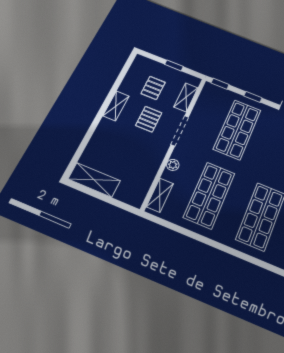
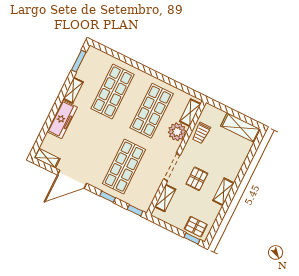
window: (174, 65) -> (192, 239), moved
pallet: (153, 88) -> (196, 227), moved, turned 90
plant: (173, 165) -> (177, 132), width x1.87, depth x1.87
trolley: (145, 171) -> (201, 133), added

